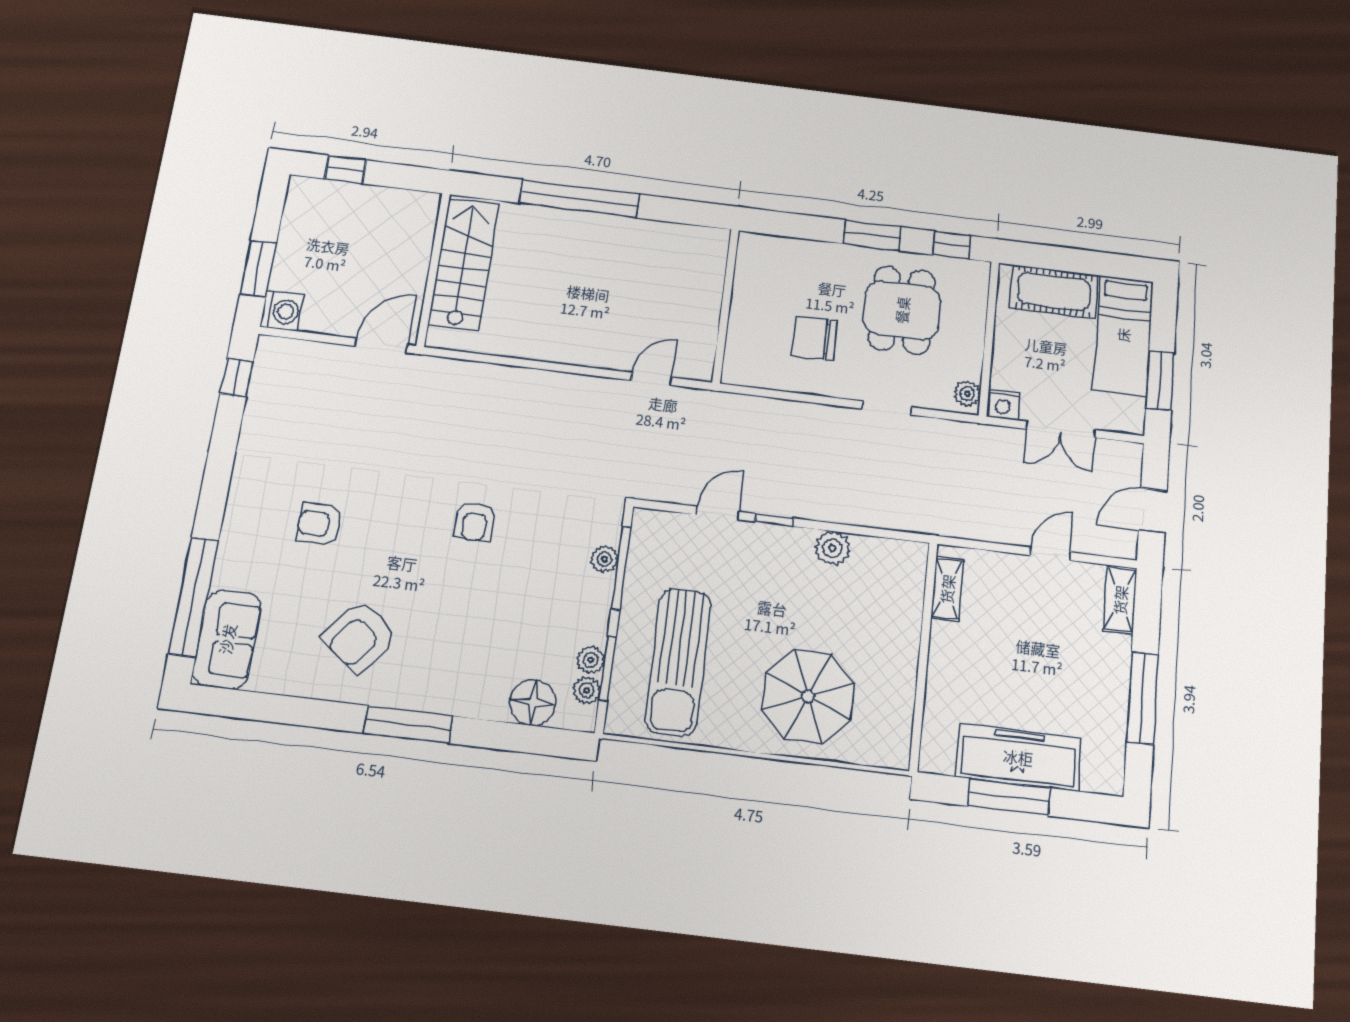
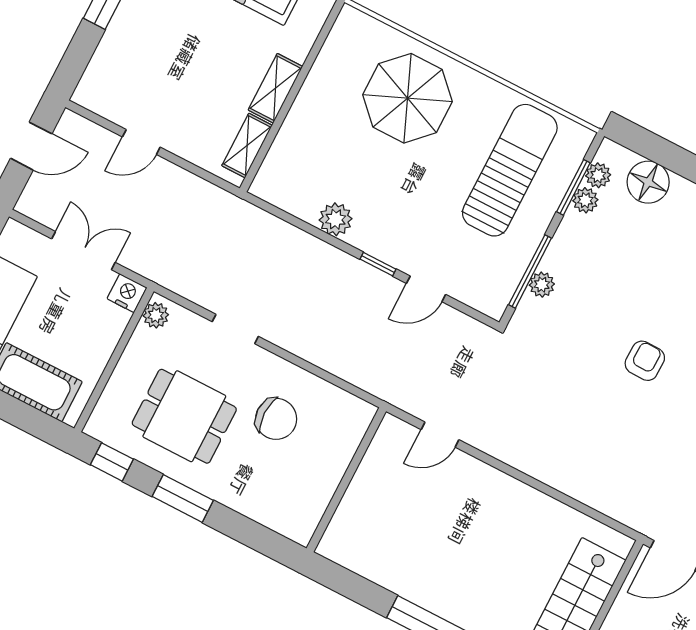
dining table: (902, 310) -> (184, 416), turned 90
shelving: (1120, 600) -> (275, 88), moved

